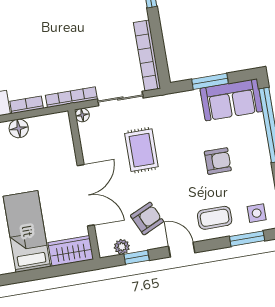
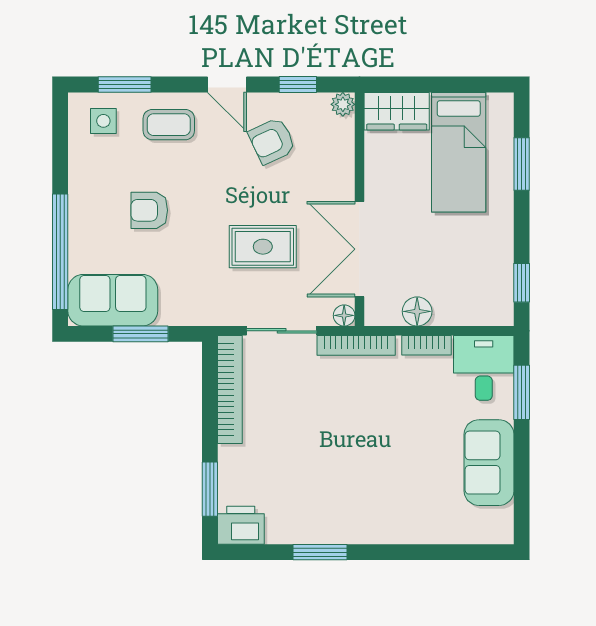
floor lamp: (19, 128) -> (417, 311), moved
rug: (141, 150) -> (263, 247), turned 90
double door: (86, 195) -> (359, 249), moved
plant: (122, 247) -> (343, 104), moved

